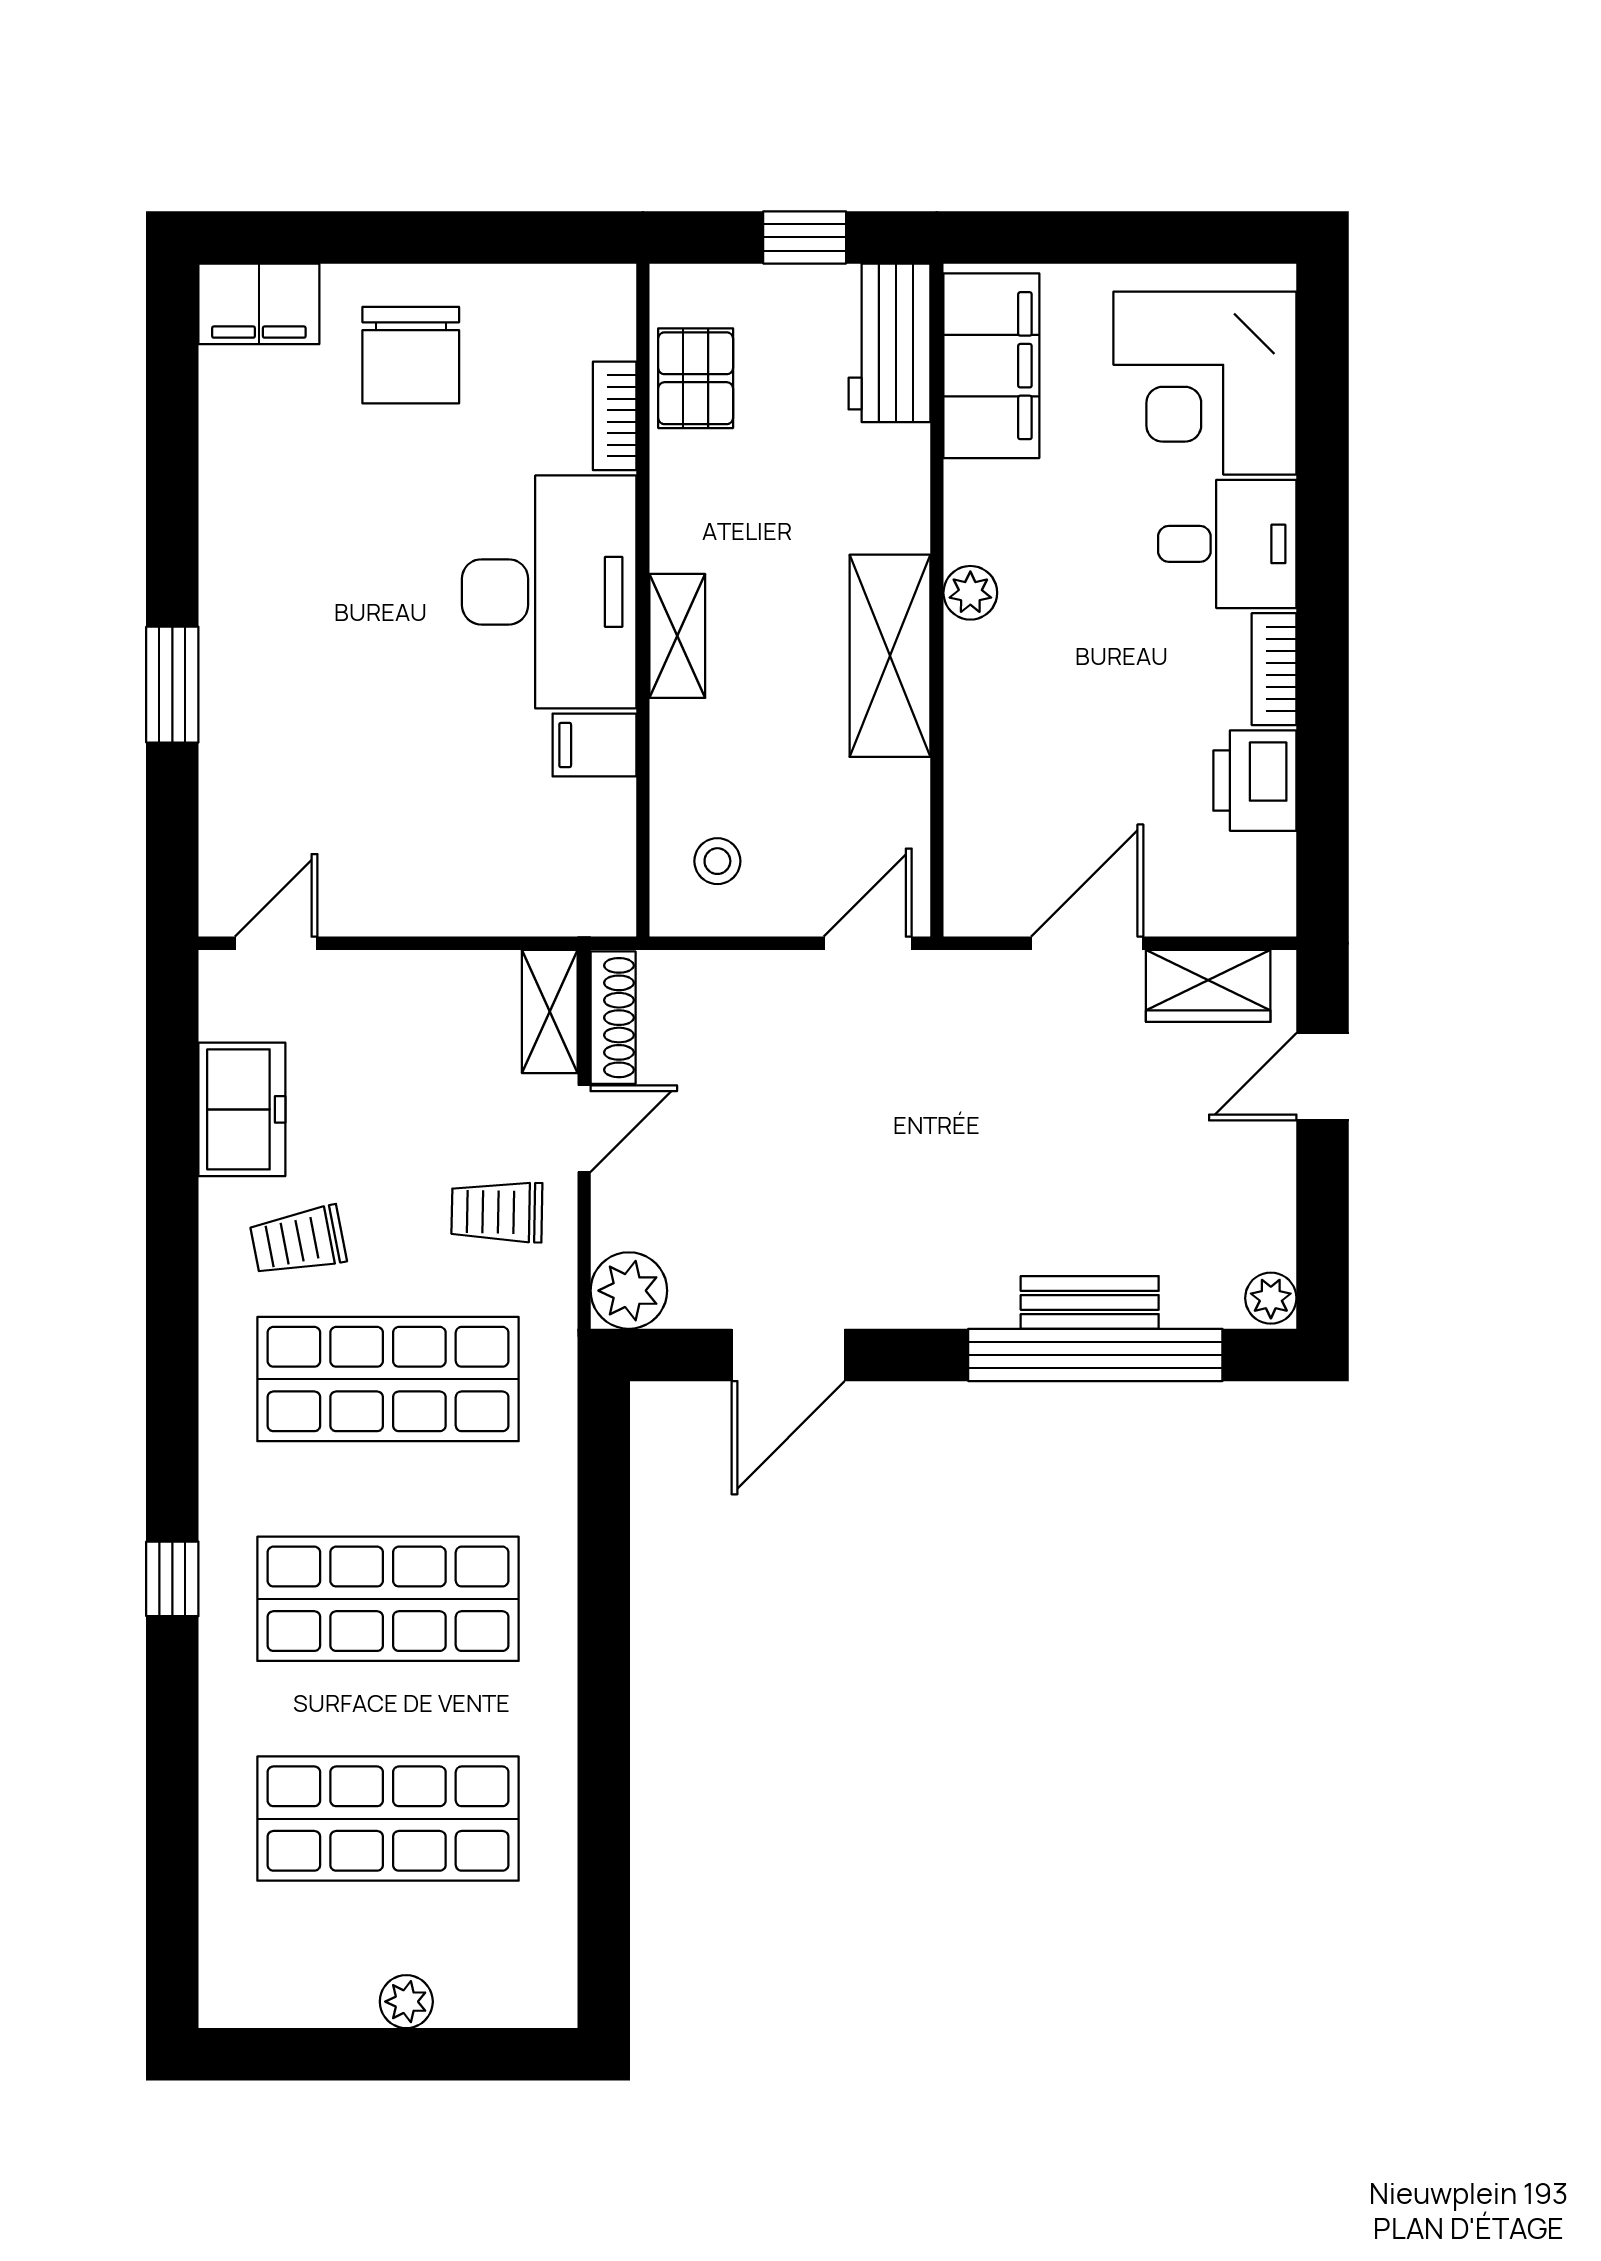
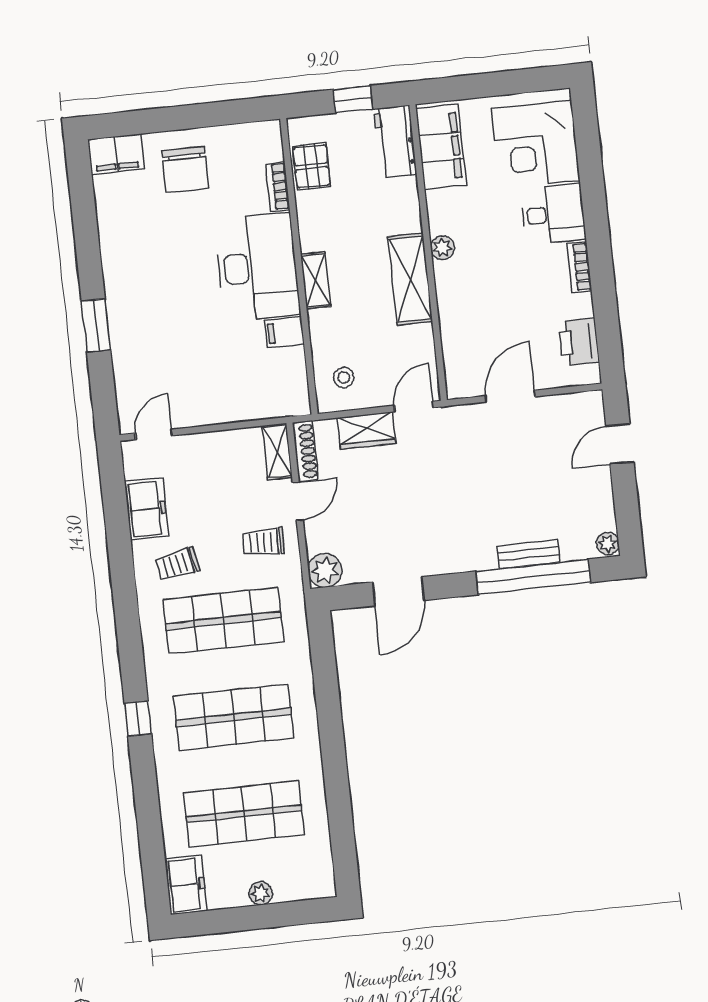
printer: (1255, 781) -> (579, 342), moved
wardrobe: (1208, 986) -> (367, 431), moved
freezer: (240, 1964) -> (186, 885), added

